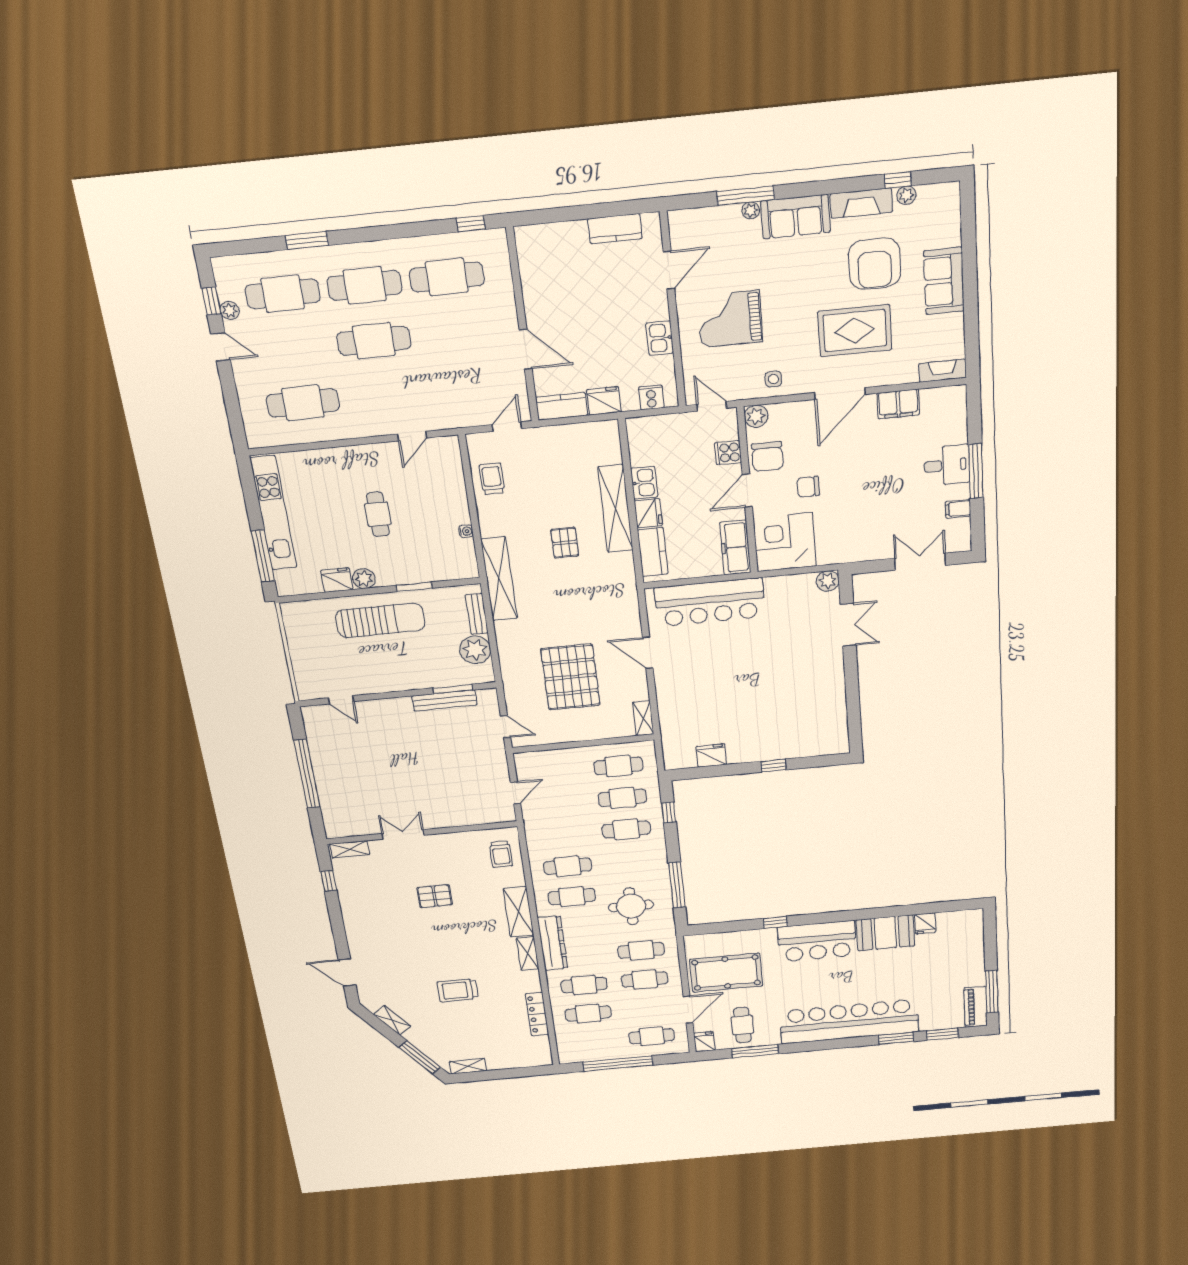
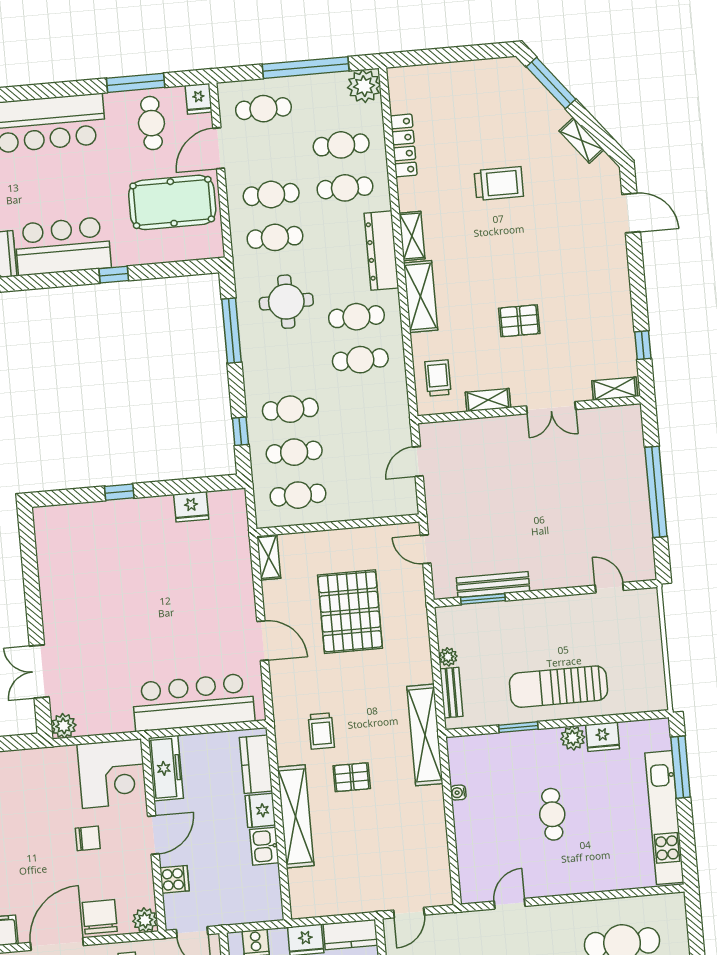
chair: (767, 457) -> (100, 917), moved
trolley: (492, 479) -> (321, 731), moved
pallet: (565, 543) -> (352, 777), turned 90
plant: (475, 650) -> (448, 657), width x0.53, depth x0.53
plant: (571, 1052) -> (364, 86), added
shelving: (468, 1066) -> (488, 400), moved

